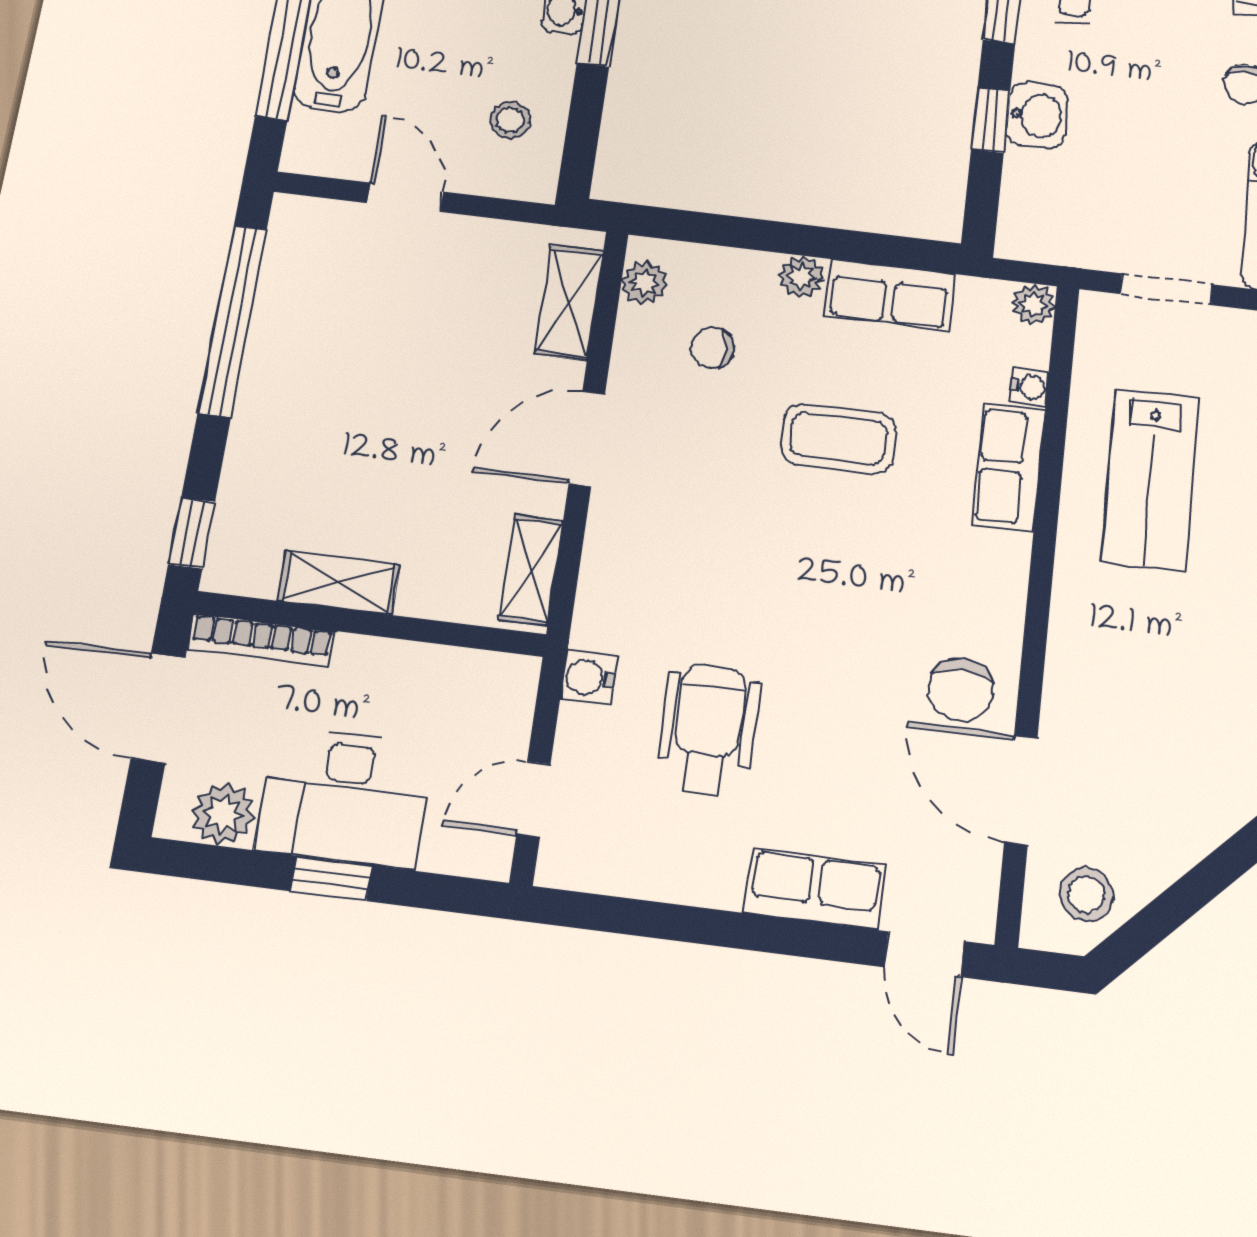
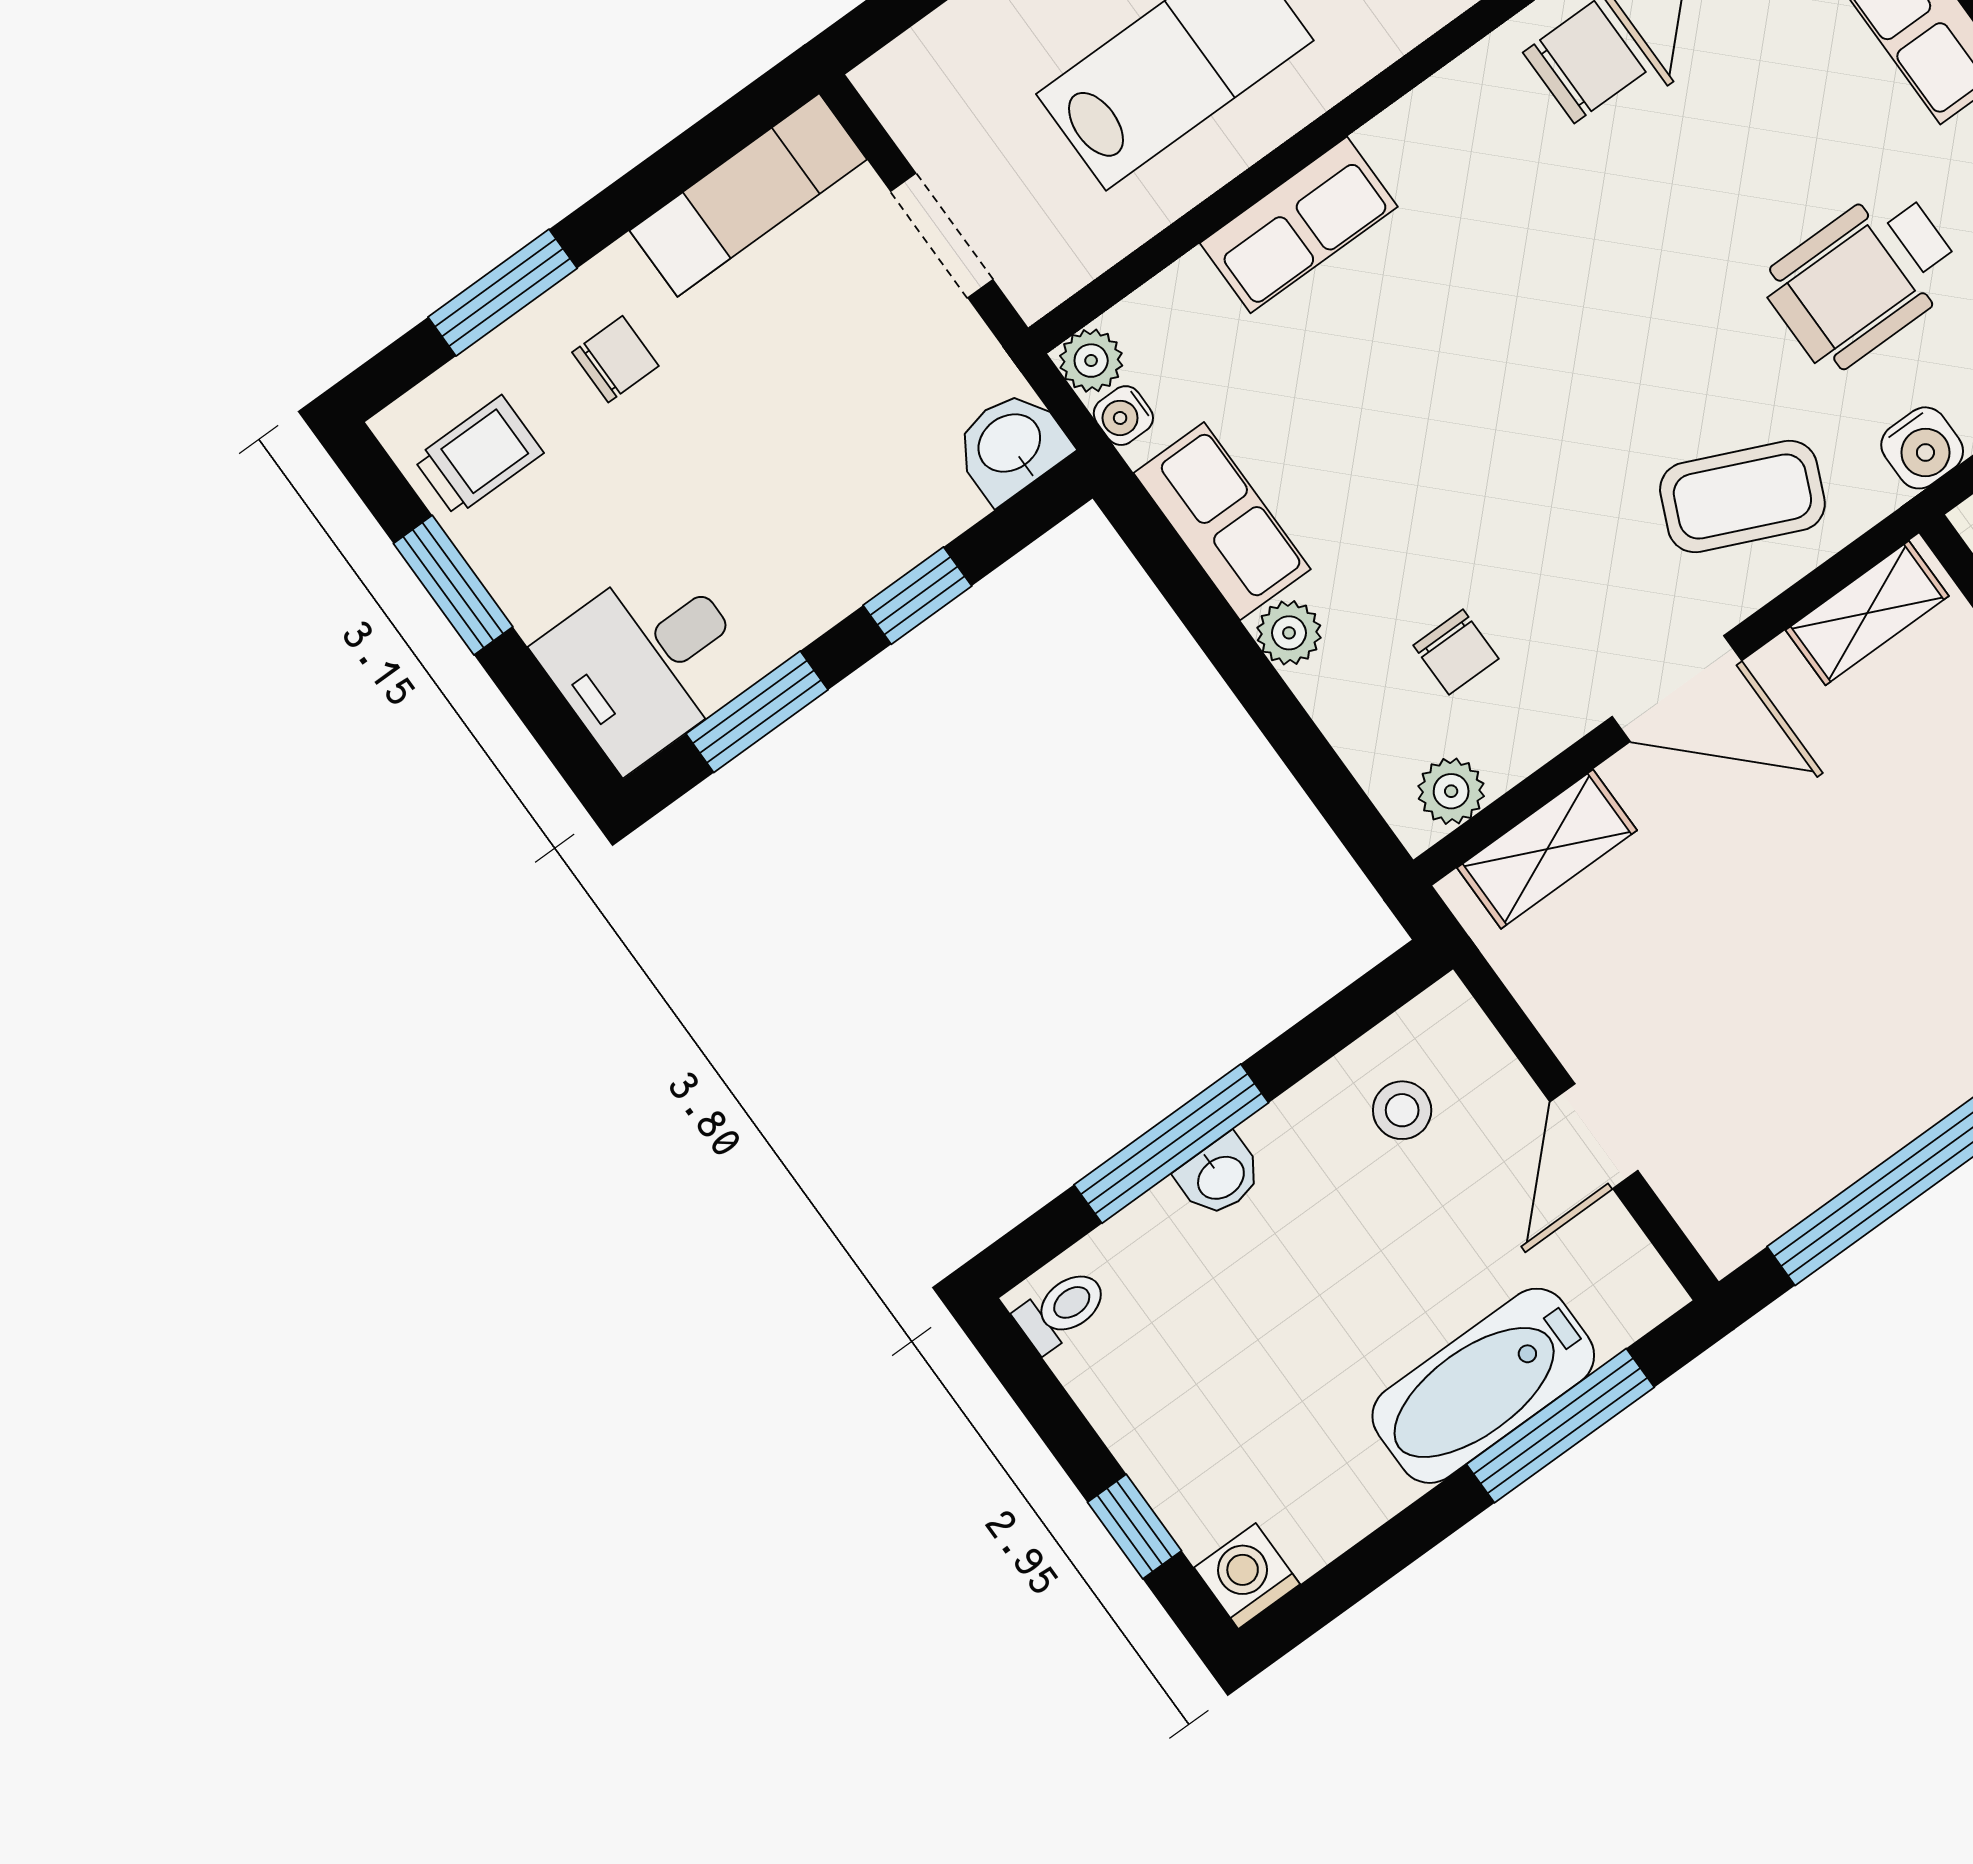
washbasin: (1037, 115) -> (1011, 445), moved
water cooler: (1029, 387) -> (1123, 416), moved, turned -90
coffee table: (838, 439) -> (1742, 497), moved, turned -66

